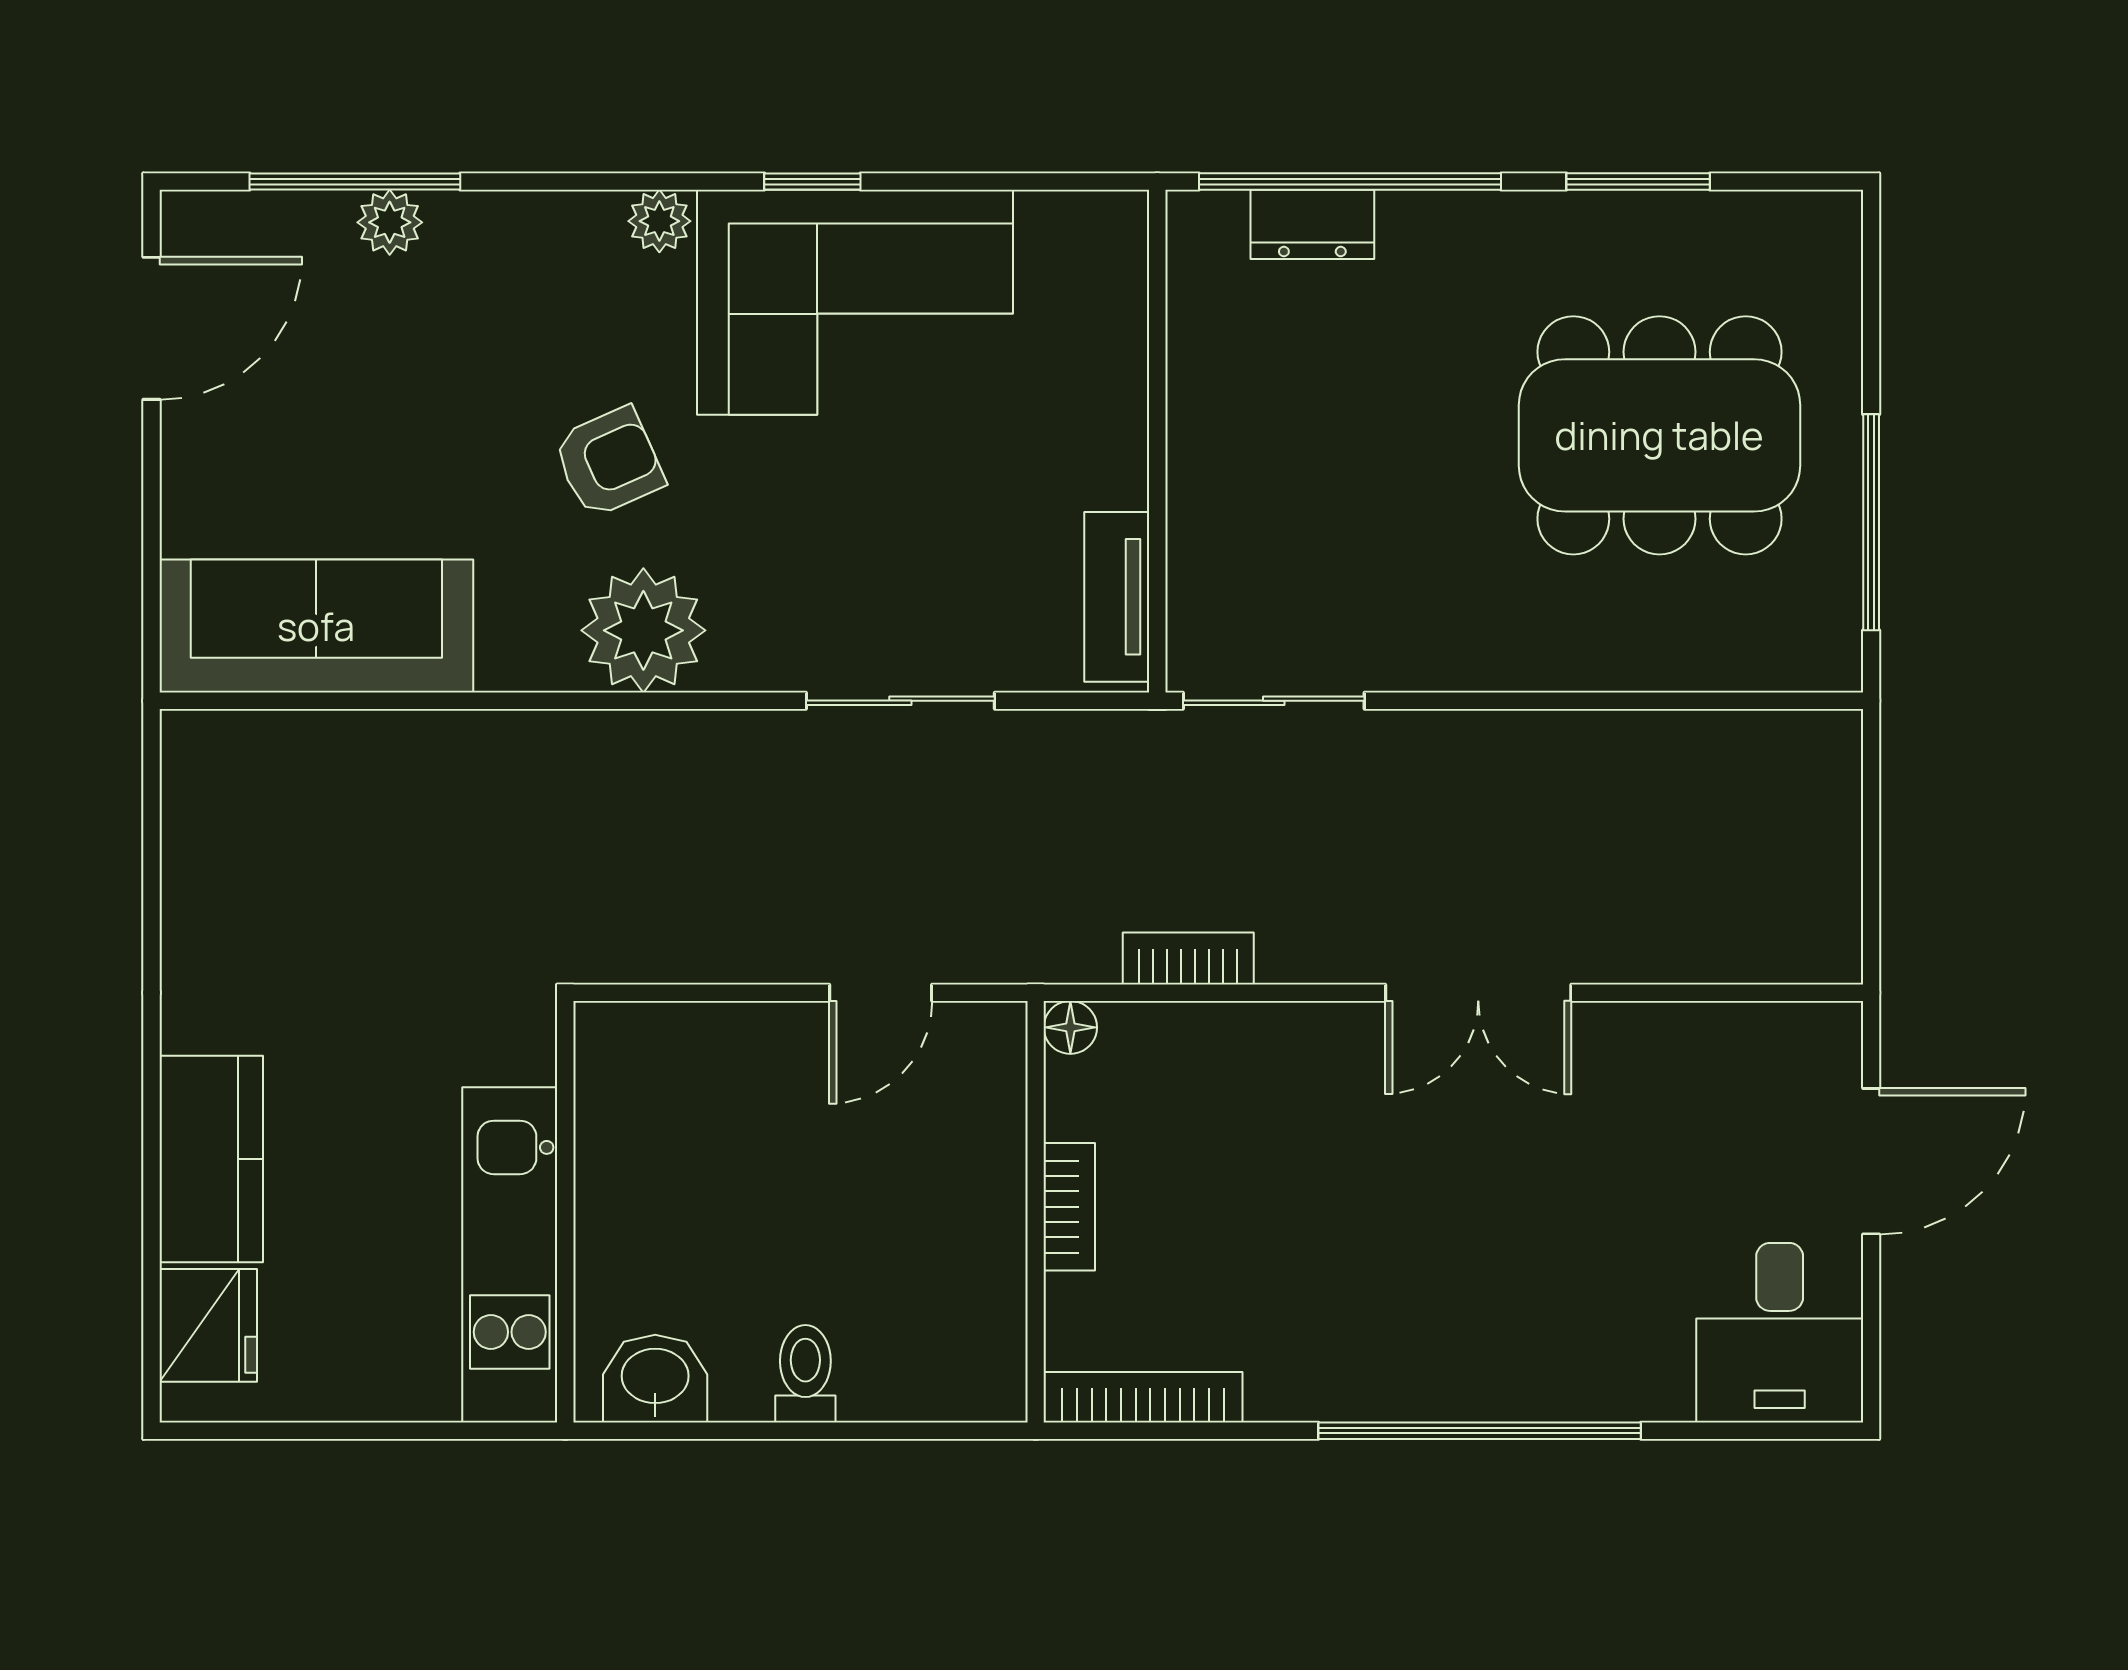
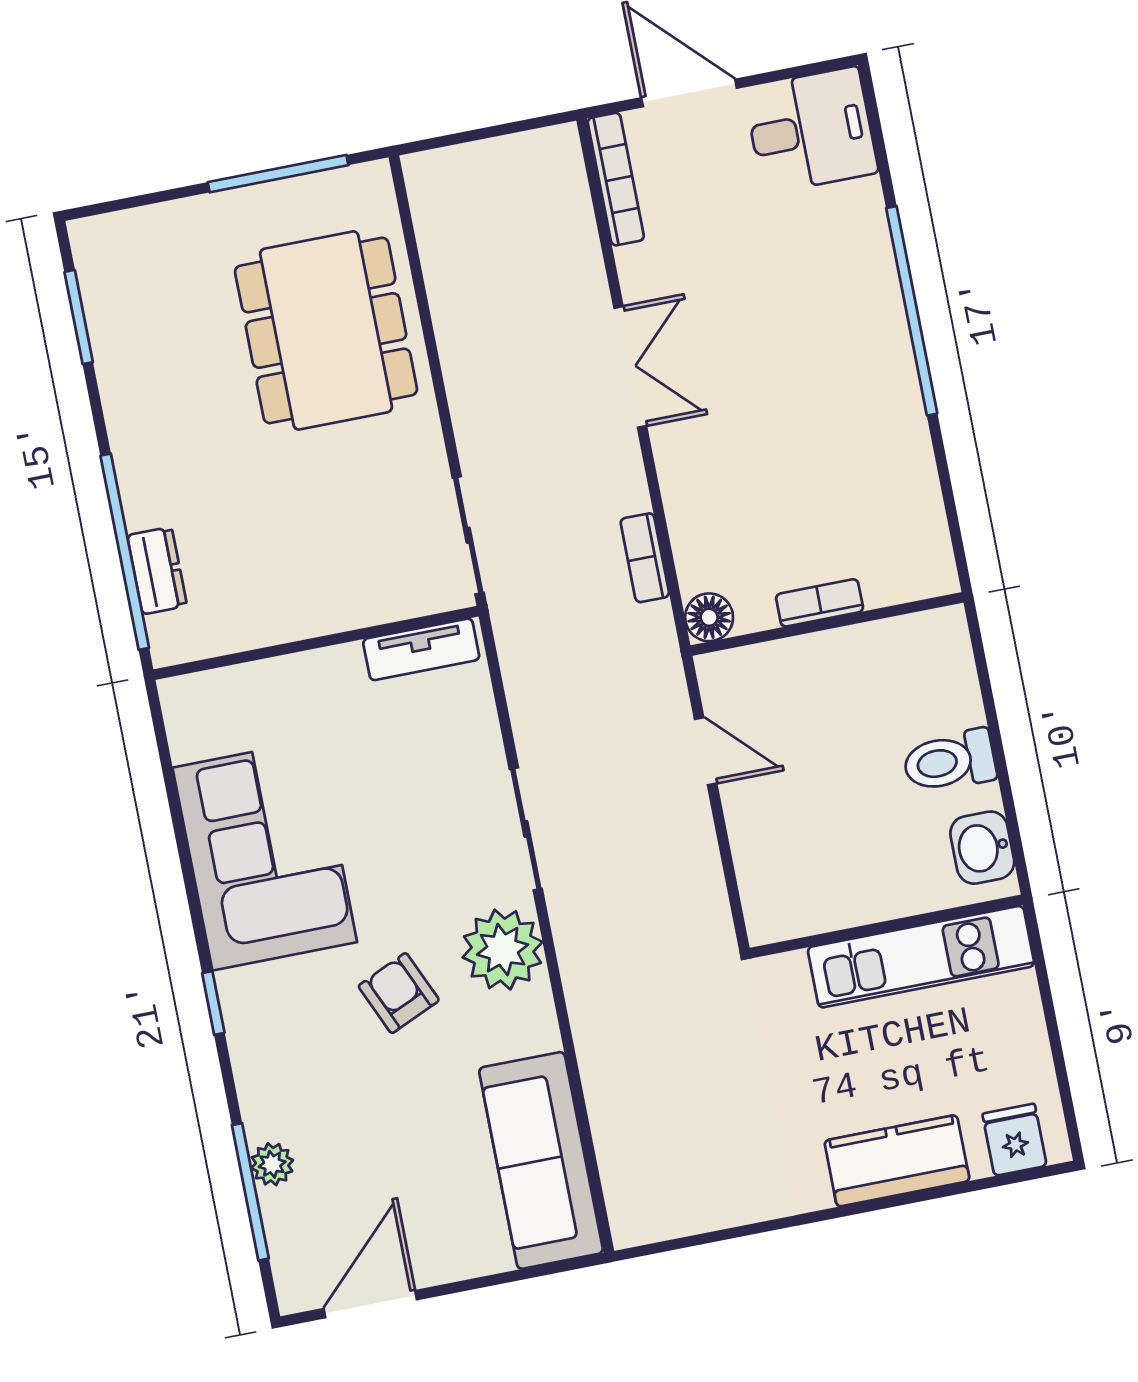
window: (812, 182) -> (213, 1003), moved
window: (1638, 182) -> (79, 317), moved
plant: (659, 221) -> (237, 991), removed
door: (151, 328) -> (370, 1304), hinge flipped
dining table: (1659, 435) -> (326, 330), moved
sliding door: (900, 701) -> (526, 829), moved
floor lamp: (1070, 1027) -> (709, 617), width x1.37, depth x1.37
fridge: (208, 1325) -> (1014, 1140), width x0.72
toilet: (805, 1374) -> (949, 761), width x1.37, depth x1.39
bookcase: (1143, 1397) -> (616, 179), moved, turned 180

